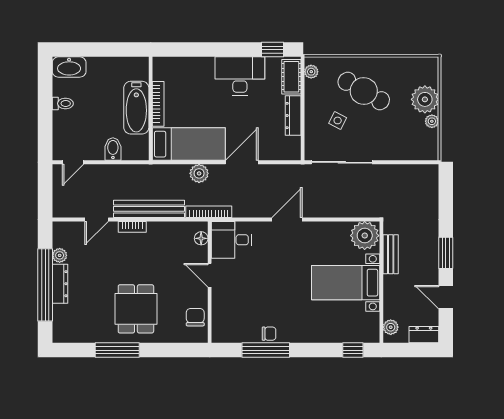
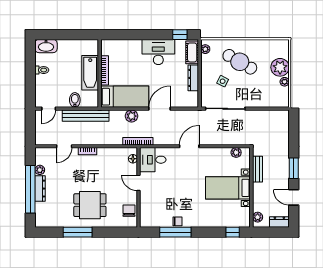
bench: (149, 209) -> (86, 116), moved
plant: (365, 236) -> (236, 152), width x0.53, depth x0.53
dining table: (136, 309) -> (90, 205), turned 90

